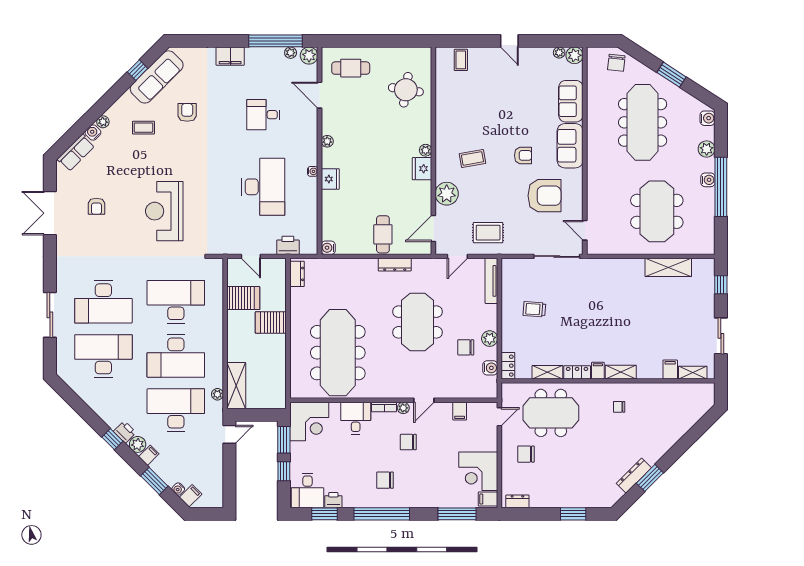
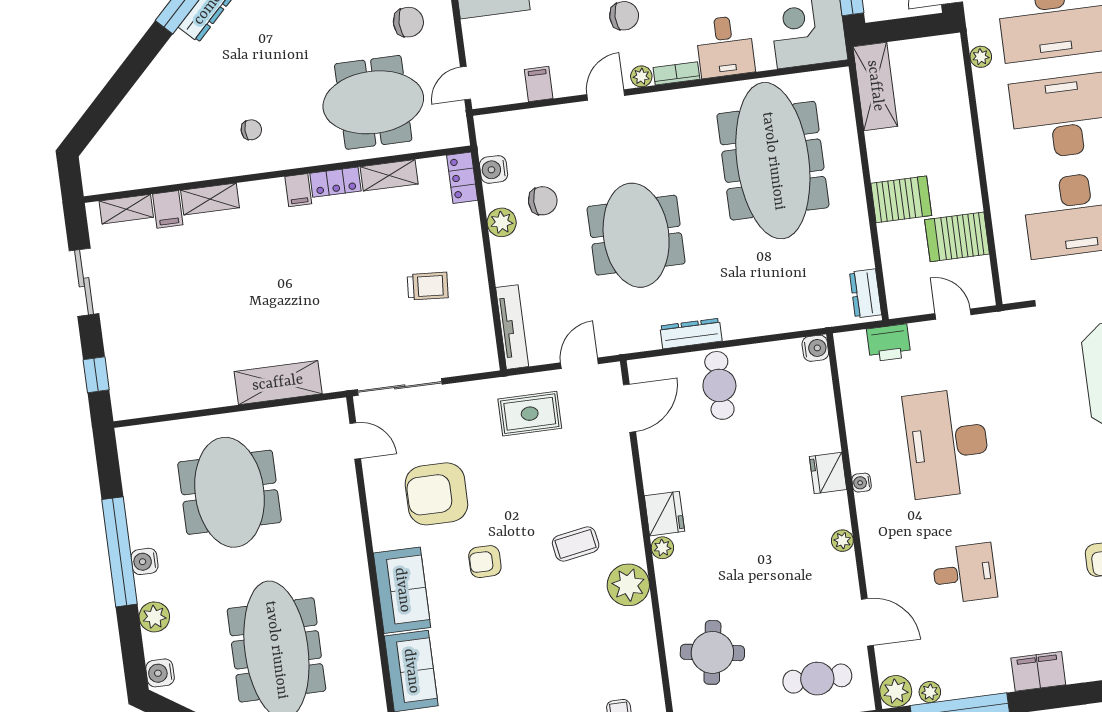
plant: (447, 194) -> (628, 585), moved
shelving: (668, 267) -> (278, 383), moved
shelving: (621, 372) -> (210, 199), moved
shelving: (236, 386) -> (875, 86), moved

